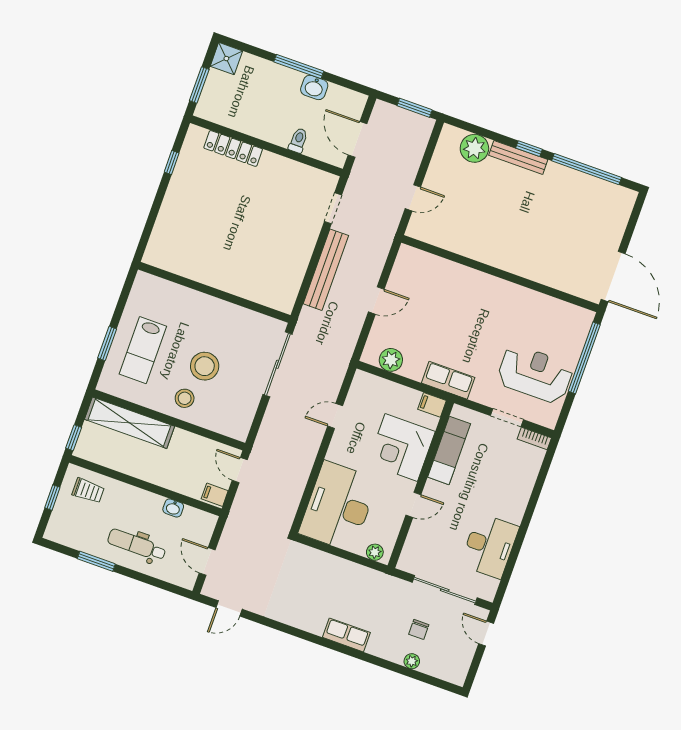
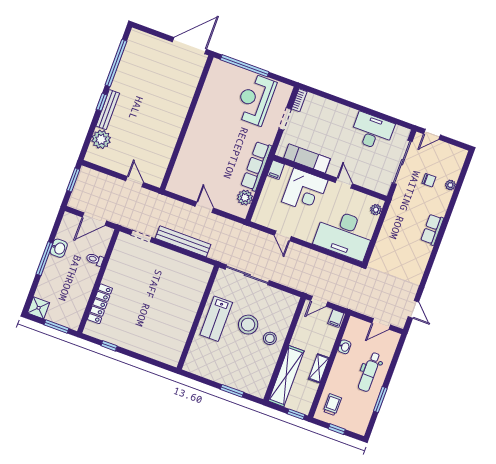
lab bench: (143, 350) -> (216, 319), moved, turned 90
row of seats: (448, 380) -> (256, 166), width x1.48
shelving: (141, 470) -> (319, 368), added

